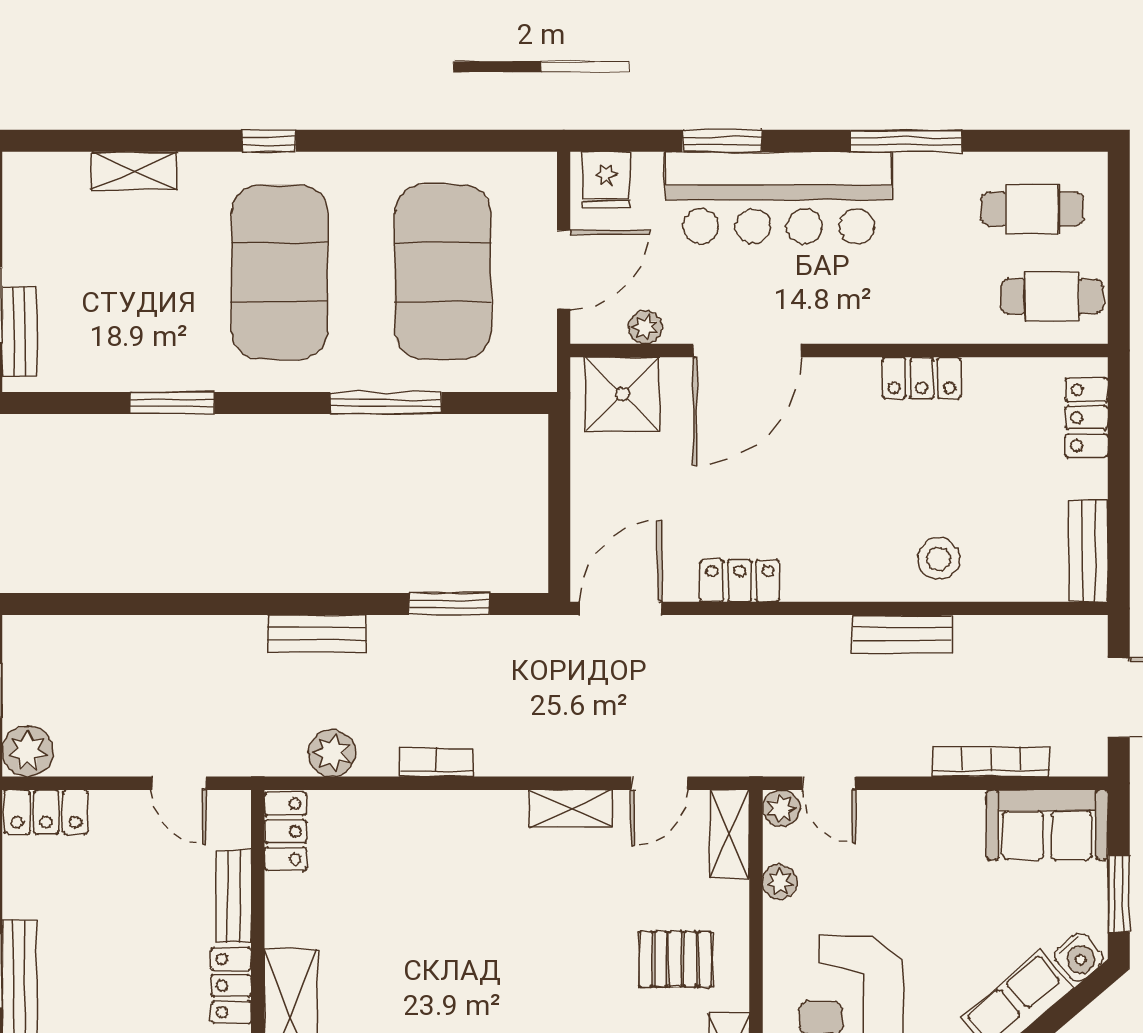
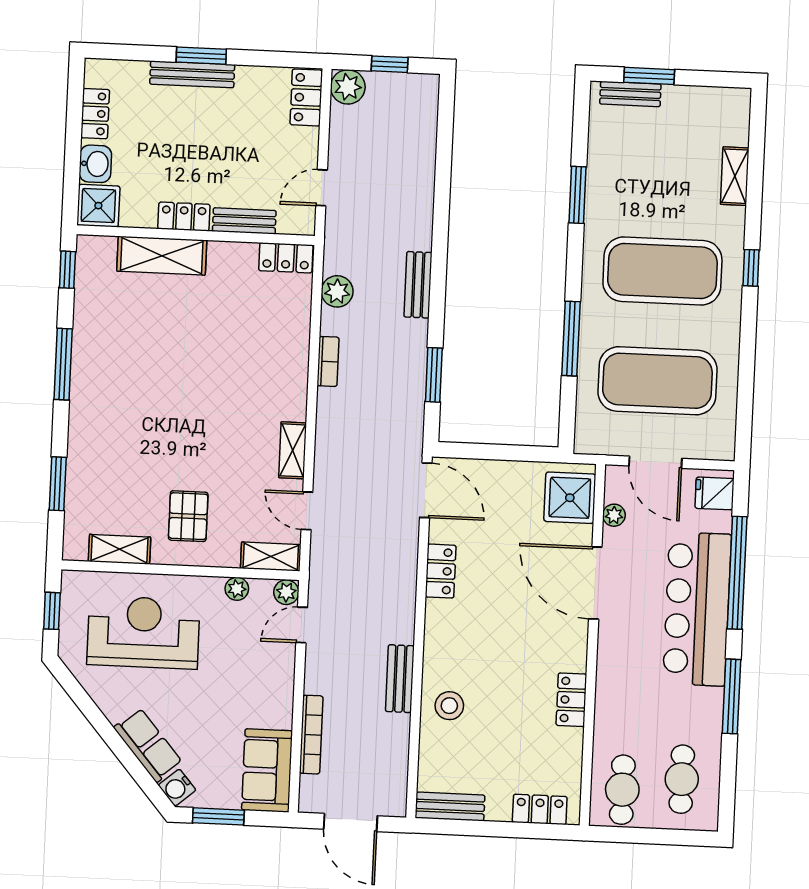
window: (722, 141) -> (737, 573), width x2.11

